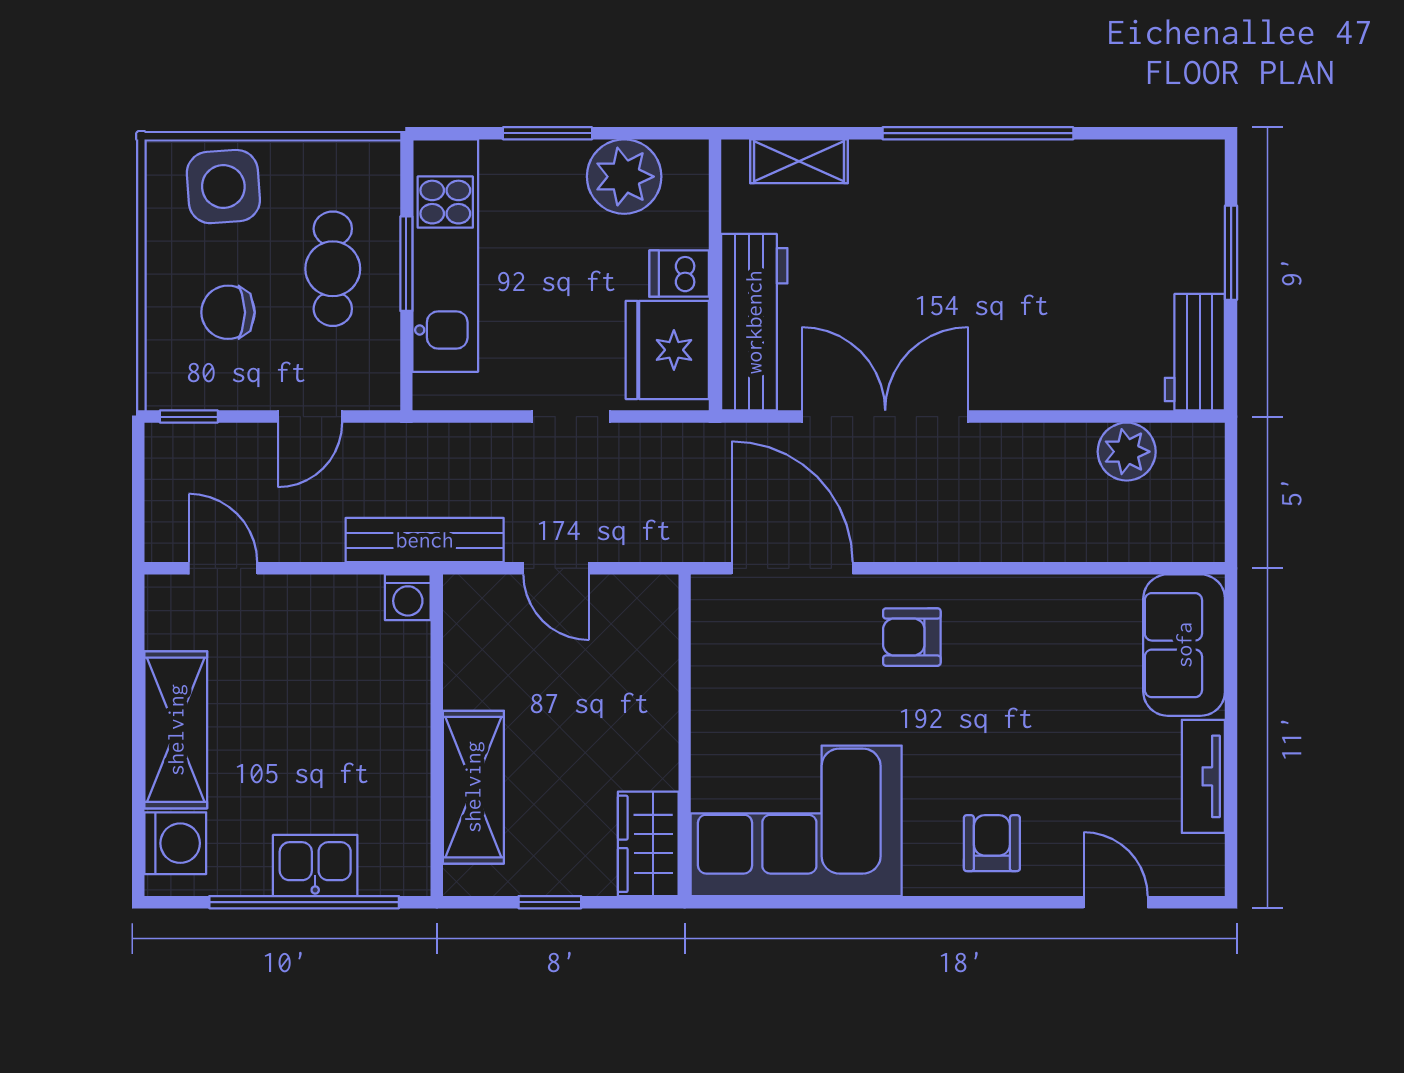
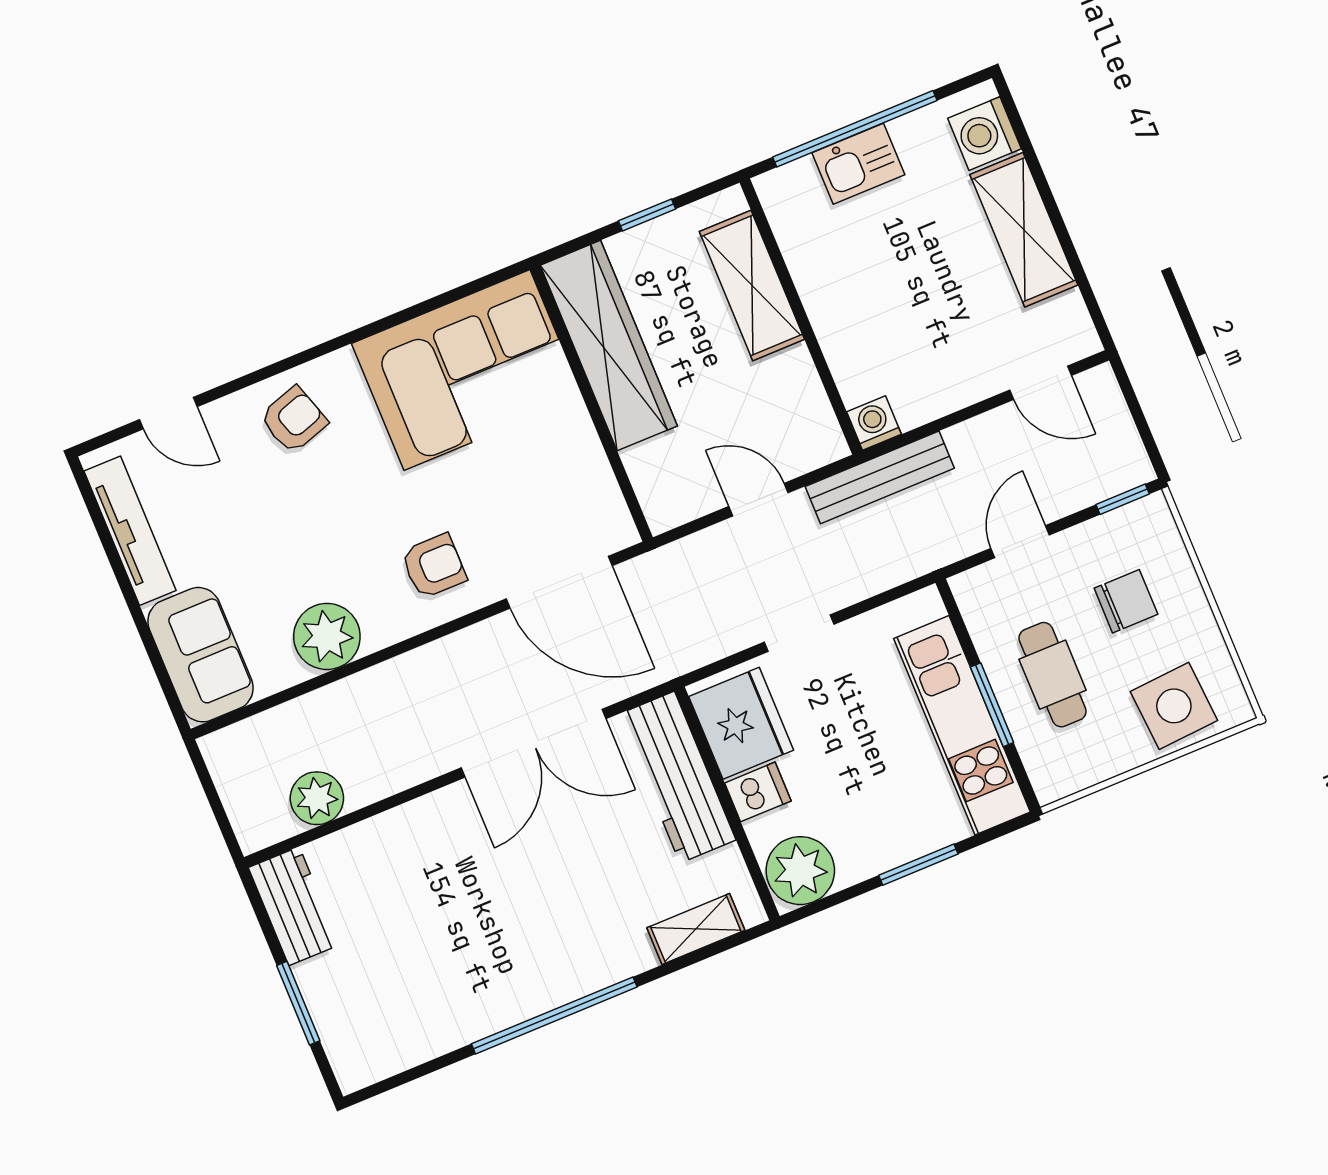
plant: (624, 177) -> (800, 871), moved
plant: (1049, 611) -> (327, 636), added
tv unit: (1203, 776) -> (130, 531), width x1.41
armchair: (992, 843) -> (294, 420), turned -108
wardrobe: (648, 844) -> (609, 346), width x2.10, depth x1.17

